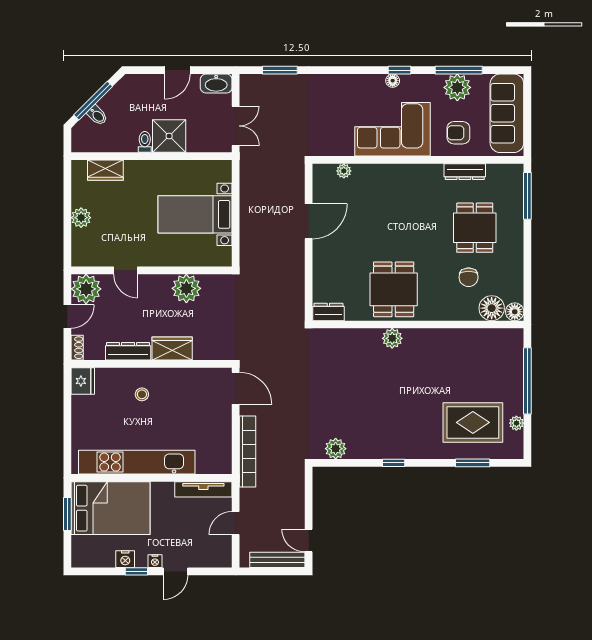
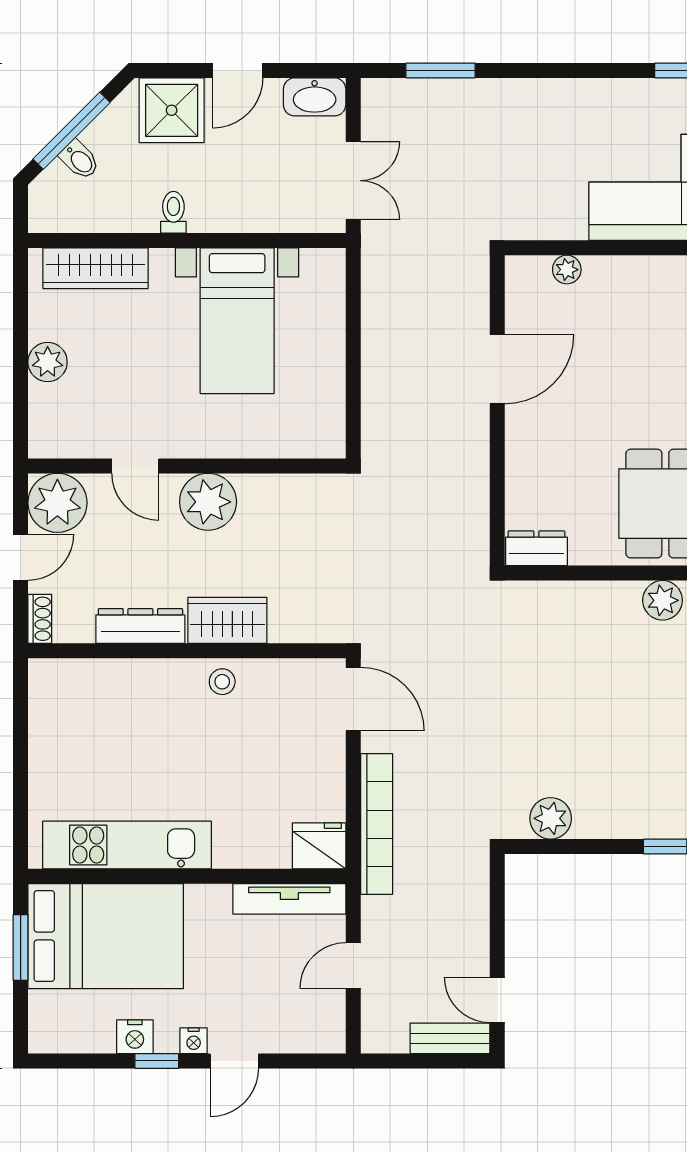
floor lamp: (393, 81) -> (663, 91), removed
shower: (169, 136) -> (172, 110), moved
wardrobe: (105, 170) -> (96, 268), width x1.50
bed with nightstands: (195, 214) -> (237, 321), moved, turned -90
plant: (186, 288) -> (208, 502), moved
fridge: (83, 381) -> (319, 846), moved, turned -90
stool: (142, 394) -> (222, 682), moved
kitchen unit: (137, 462) -> (127, 845), width x0.73
bench: (277, 560) -> (450, 1038), width x0.73

